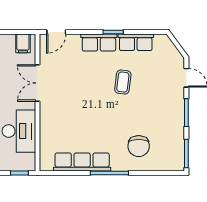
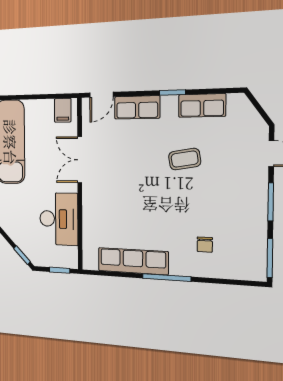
row of seats: (99, 43) -> (137, 107), moved
coffee table: (123, 82) -> (185, 159), turned 74
chair: (139, 146) -> (205, 245), width x0.54, depth x0.54

